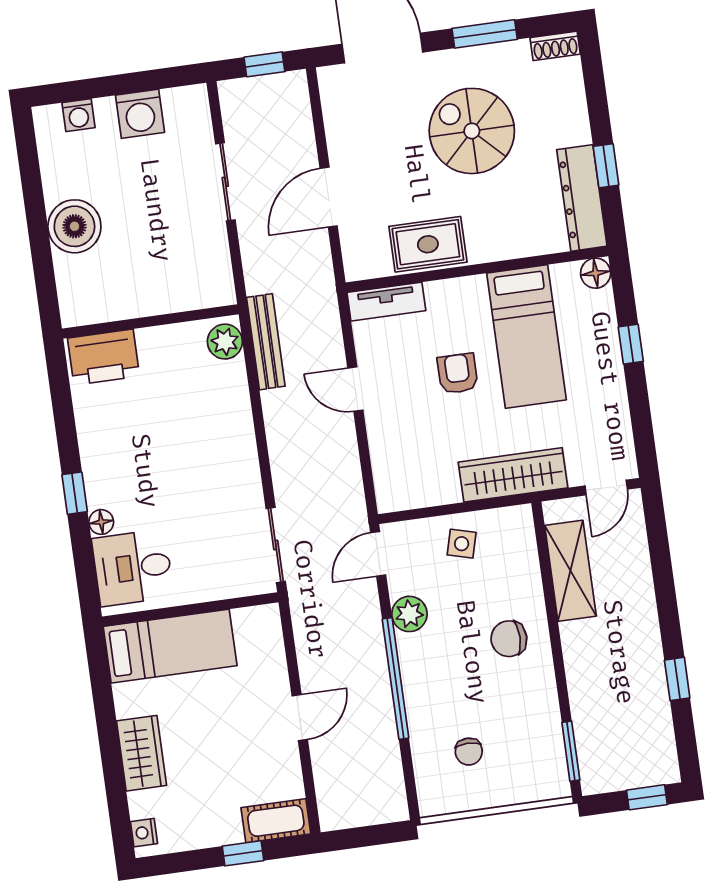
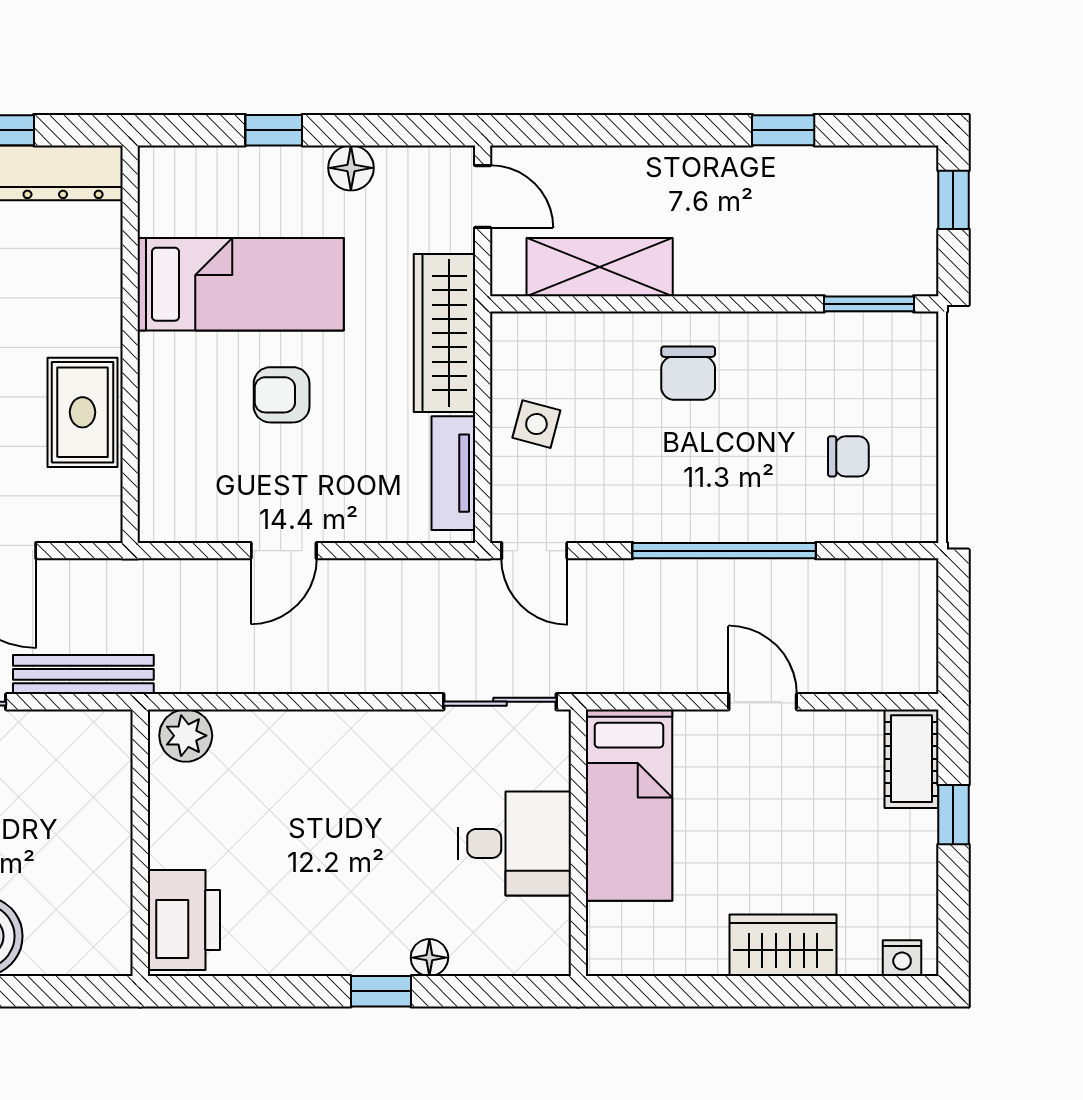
floor lamp: (596, 273) -> (351, 168), moved
tv unit: (386, 302) -> (453, 473), moved, turned 180
bench: (266, 342) -> (83, 674), moved
desk: (133, 568) -> (515, 843), moved, turned -90
plant: (409, 614) -> (631, 516), removed
bed: (170, 646) -> (629, 805), moved, turned 180

